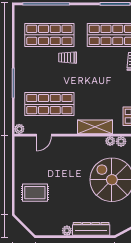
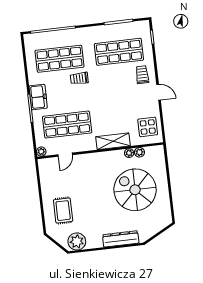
freezer: (23, 72) -> (38, 97), added
rug: (35, 193) -> (63, 211), turned 90
plant: (67, 231) -> (77, 241), moved, width x1.88, depth x1.88

